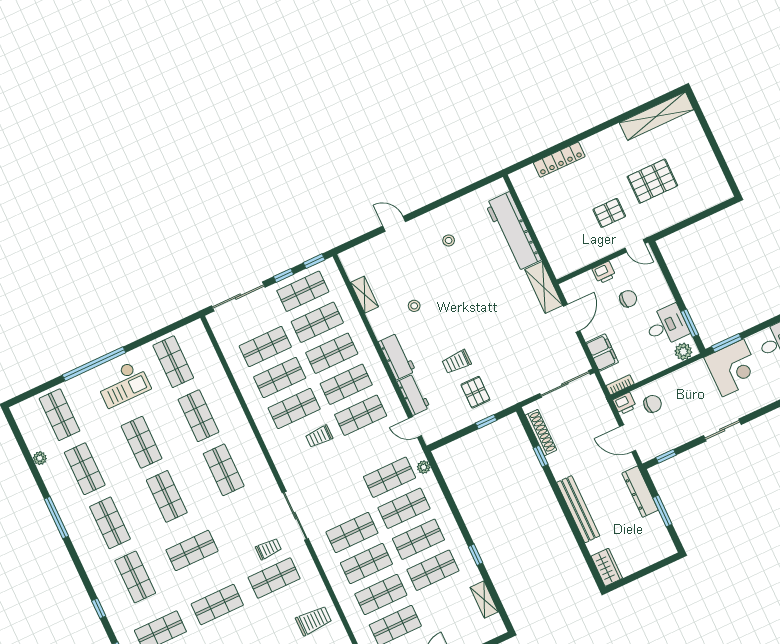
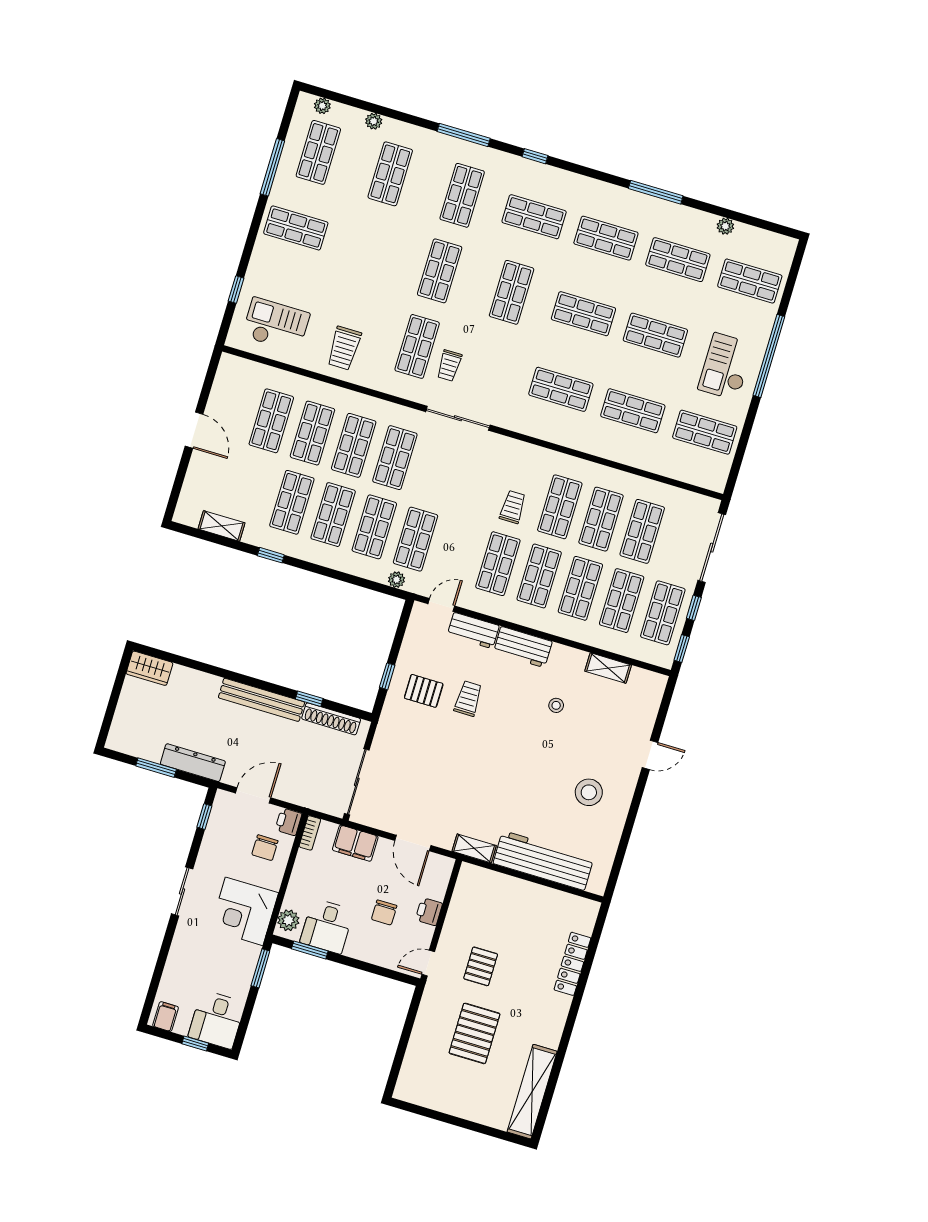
stool: (449, 240) -> (589, 792), width x1.89, depth x1.89
shelving: (544, 287) -> (474, 848), width x0.67, depth x0.75
corner desk: (733, 368) -> (244, 911), moved
bench: (578, 509) -> (261, 700), moved

